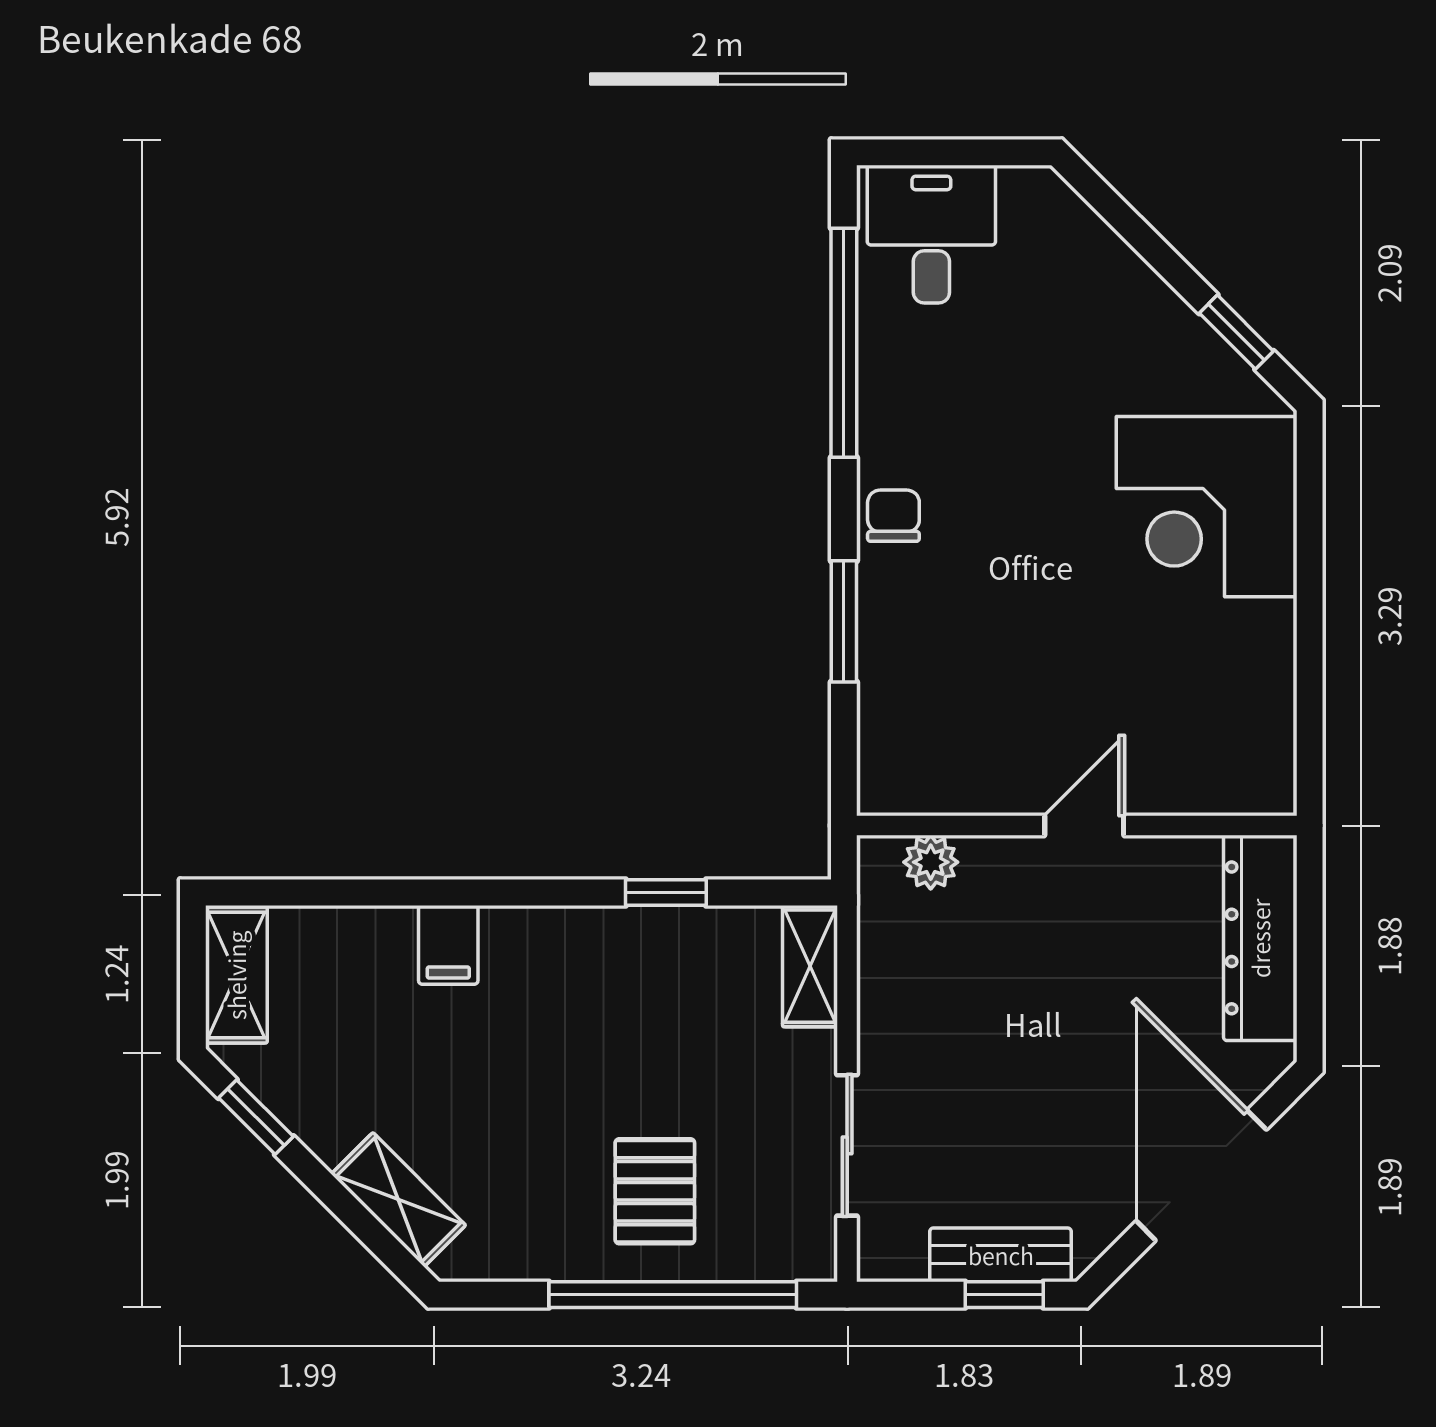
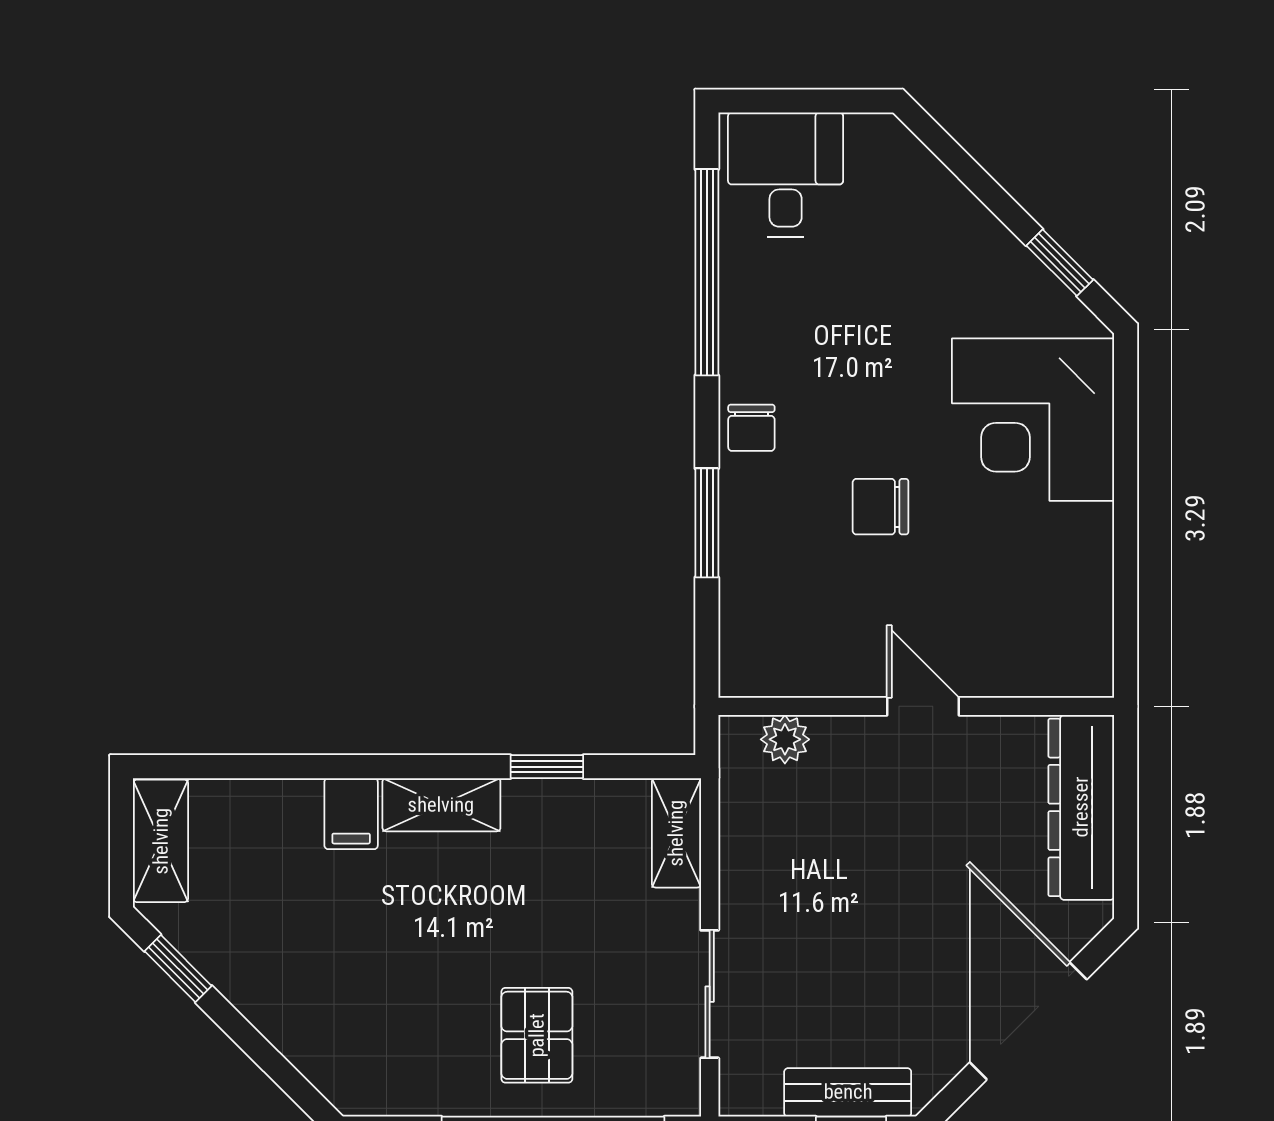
chair: (893, 516) -> (751, 428), turned 180
chair: (1037, 603) -> (881, 507), added
door: (1084, 825) -> (923, 706), hinge flipped
shelving: (398, 1200) -> (441, 805), moved, turned -45

